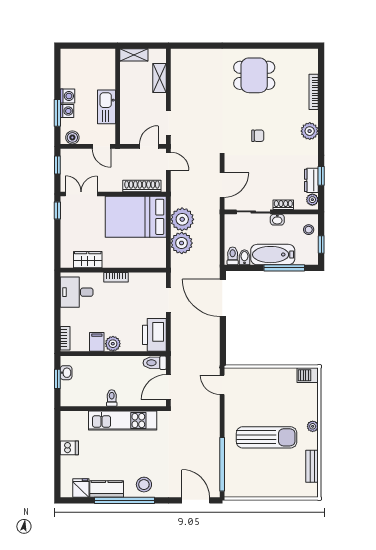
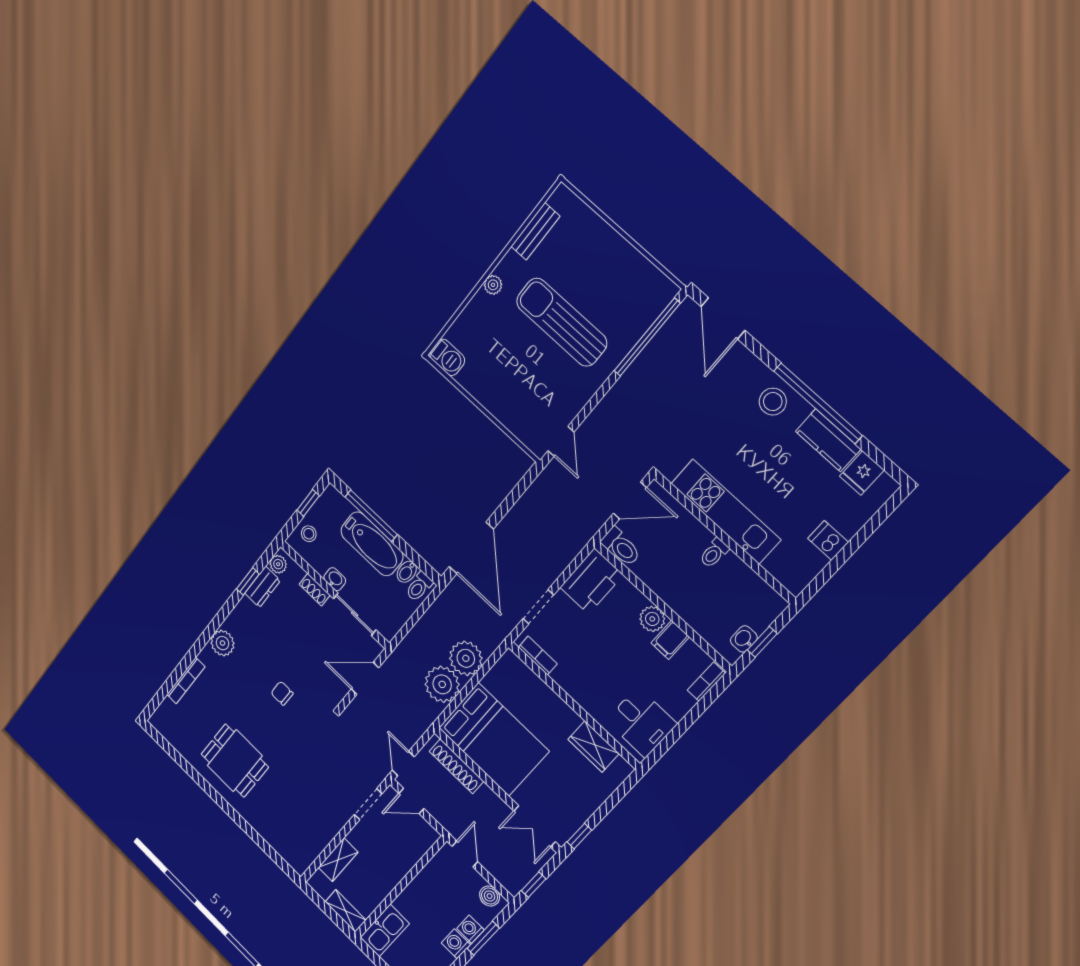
kitchen sink: (107, 107) -> (385, 931), moved
bookcase: (116, 277) -> (538, 656), moved

